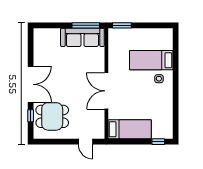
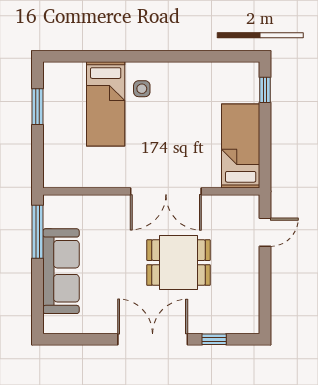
window: (122, 25) -> (38, 107), moved
sofa: (82, 37) -> (61, 271), moved
dining table: (52, 116) -> (178, 263), moved, turned 90

